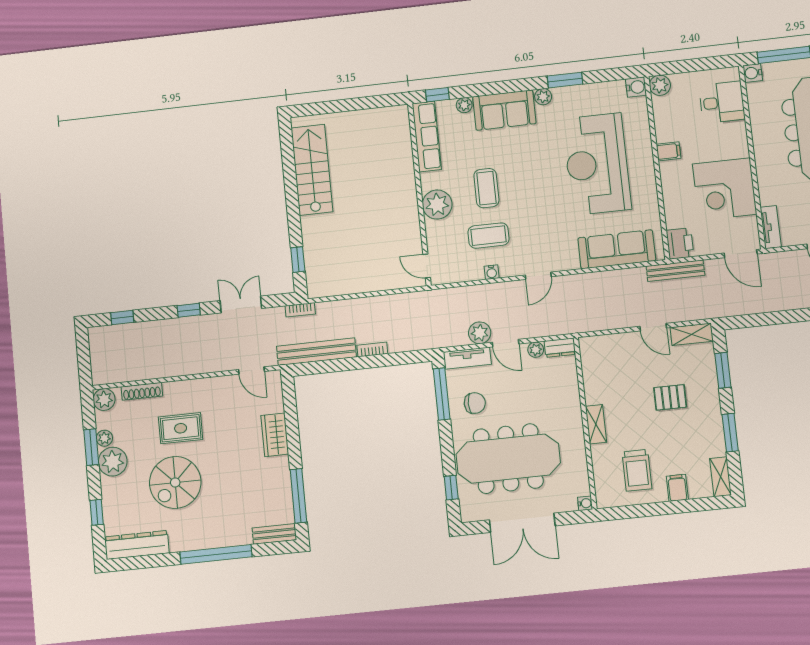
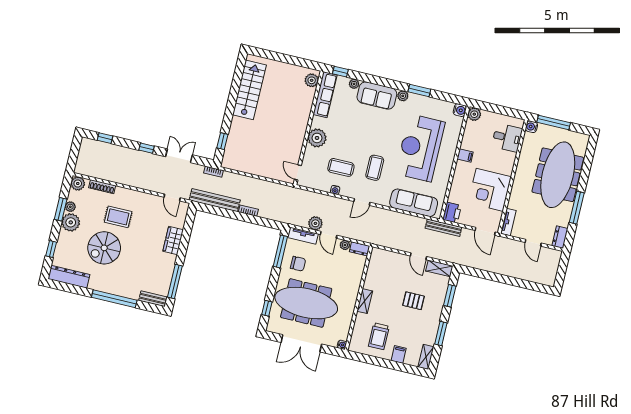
plant: (399, 123) -> (312, 80), added
coffee table: (486, 188) -> (375, 168), moved

